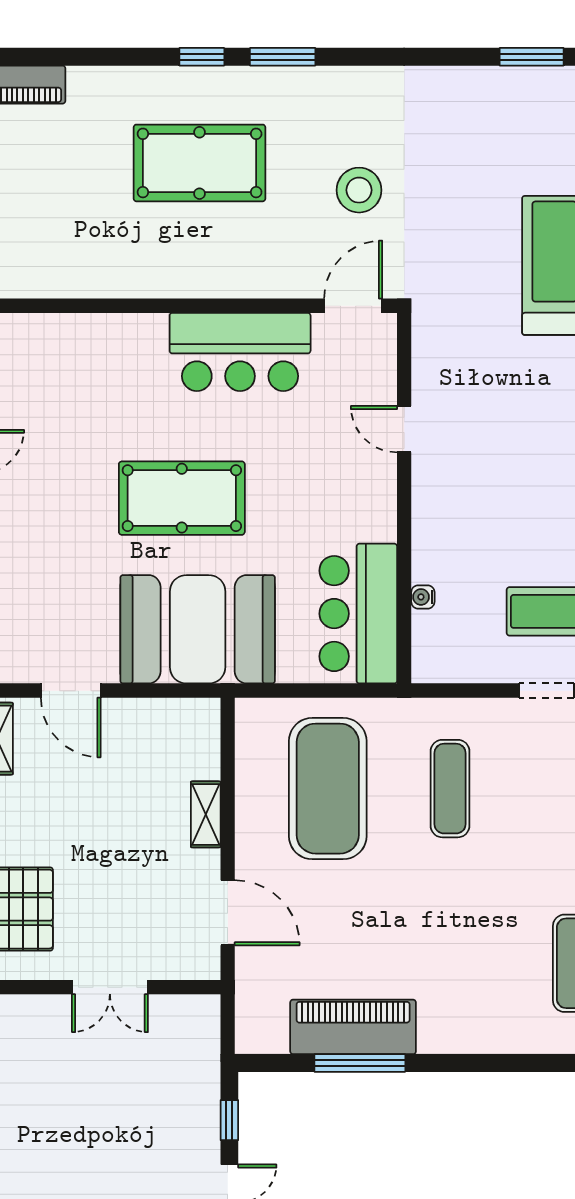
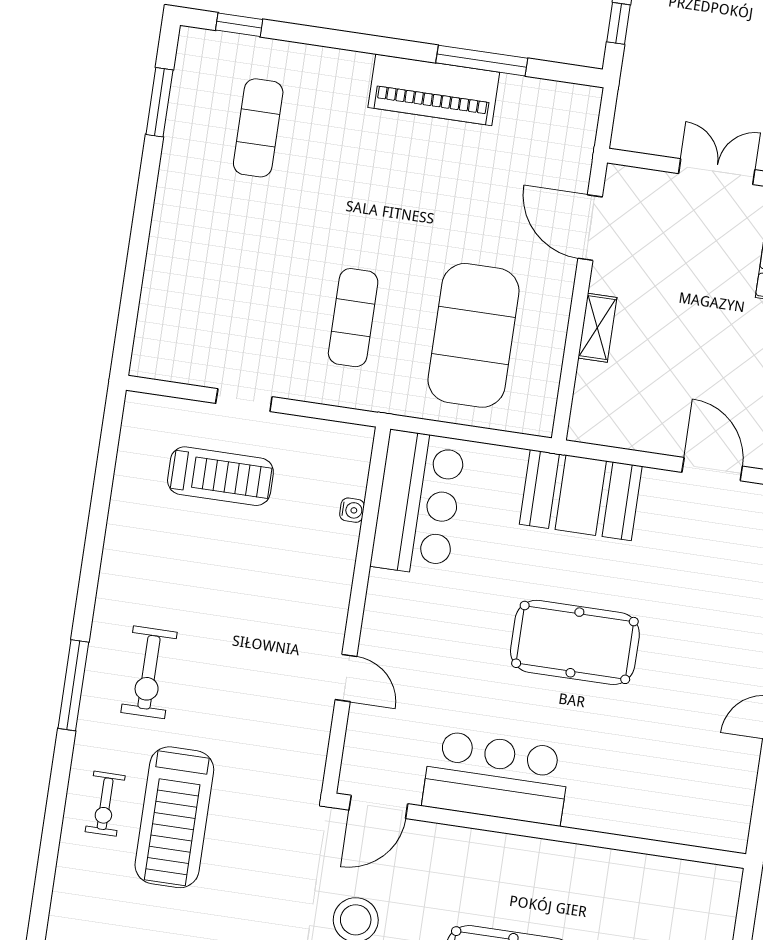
booth: (198, 629) -> (581, 495), width x0.73, depth x0.70
piano: (353, 1027) -> (434, 90), moved

